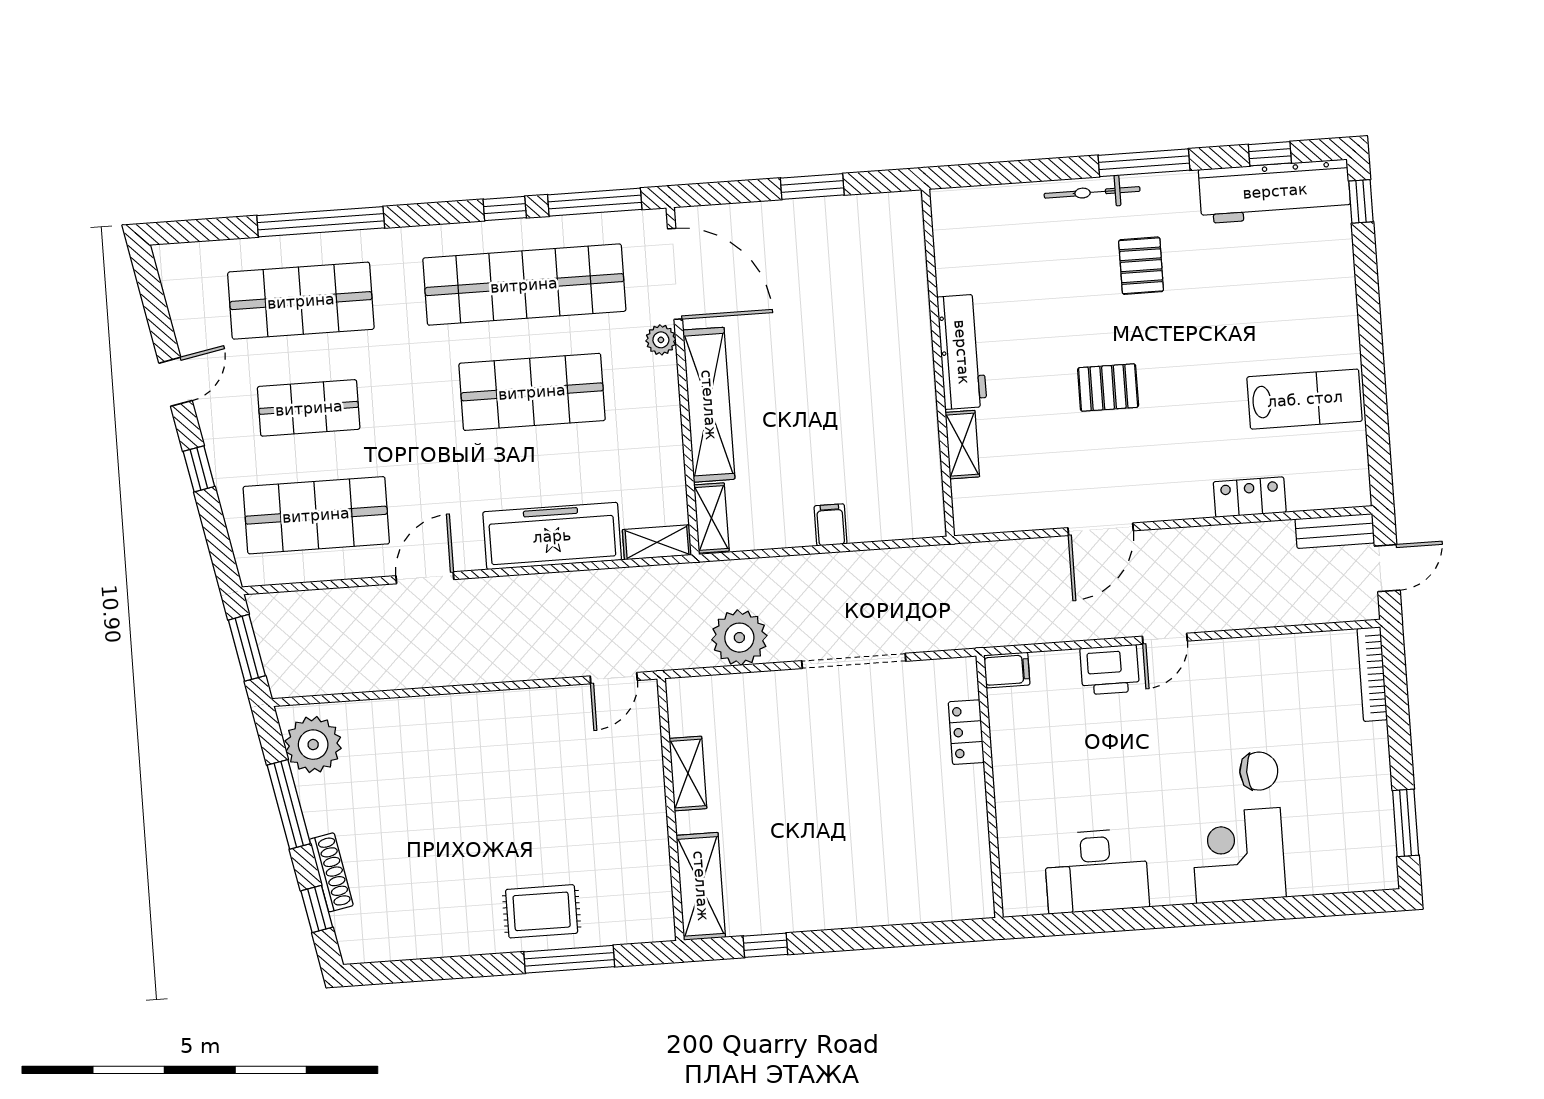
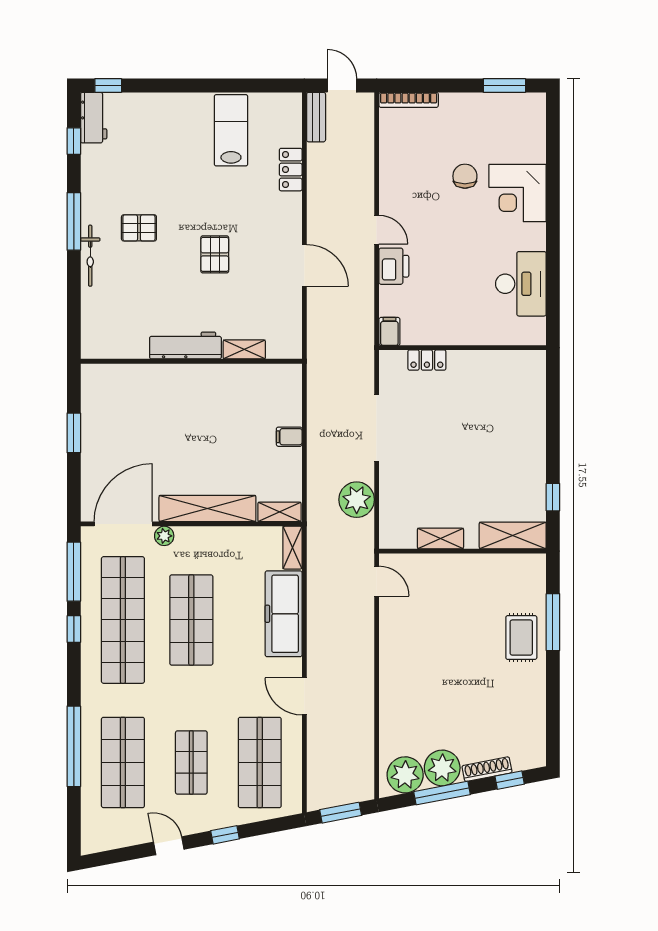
workbench: (1275, 191) -> (94, 118), width x0.53, depth x0.76
plant: (328, 802) -> (442, 768), added

